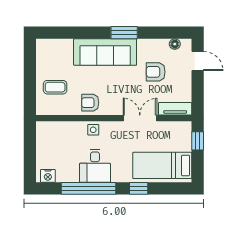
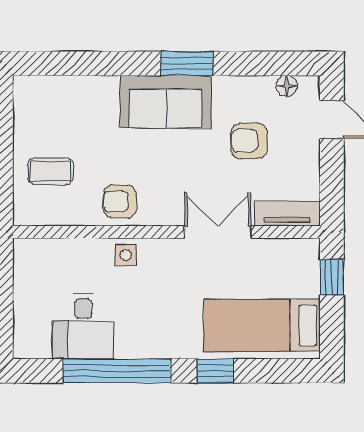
sofa: (105, 52) -> (166, 102), width x0.73
desk: (95, 166) -> (83, 326), moved
nightstand: (48, 176) -> (36, 346), removed

